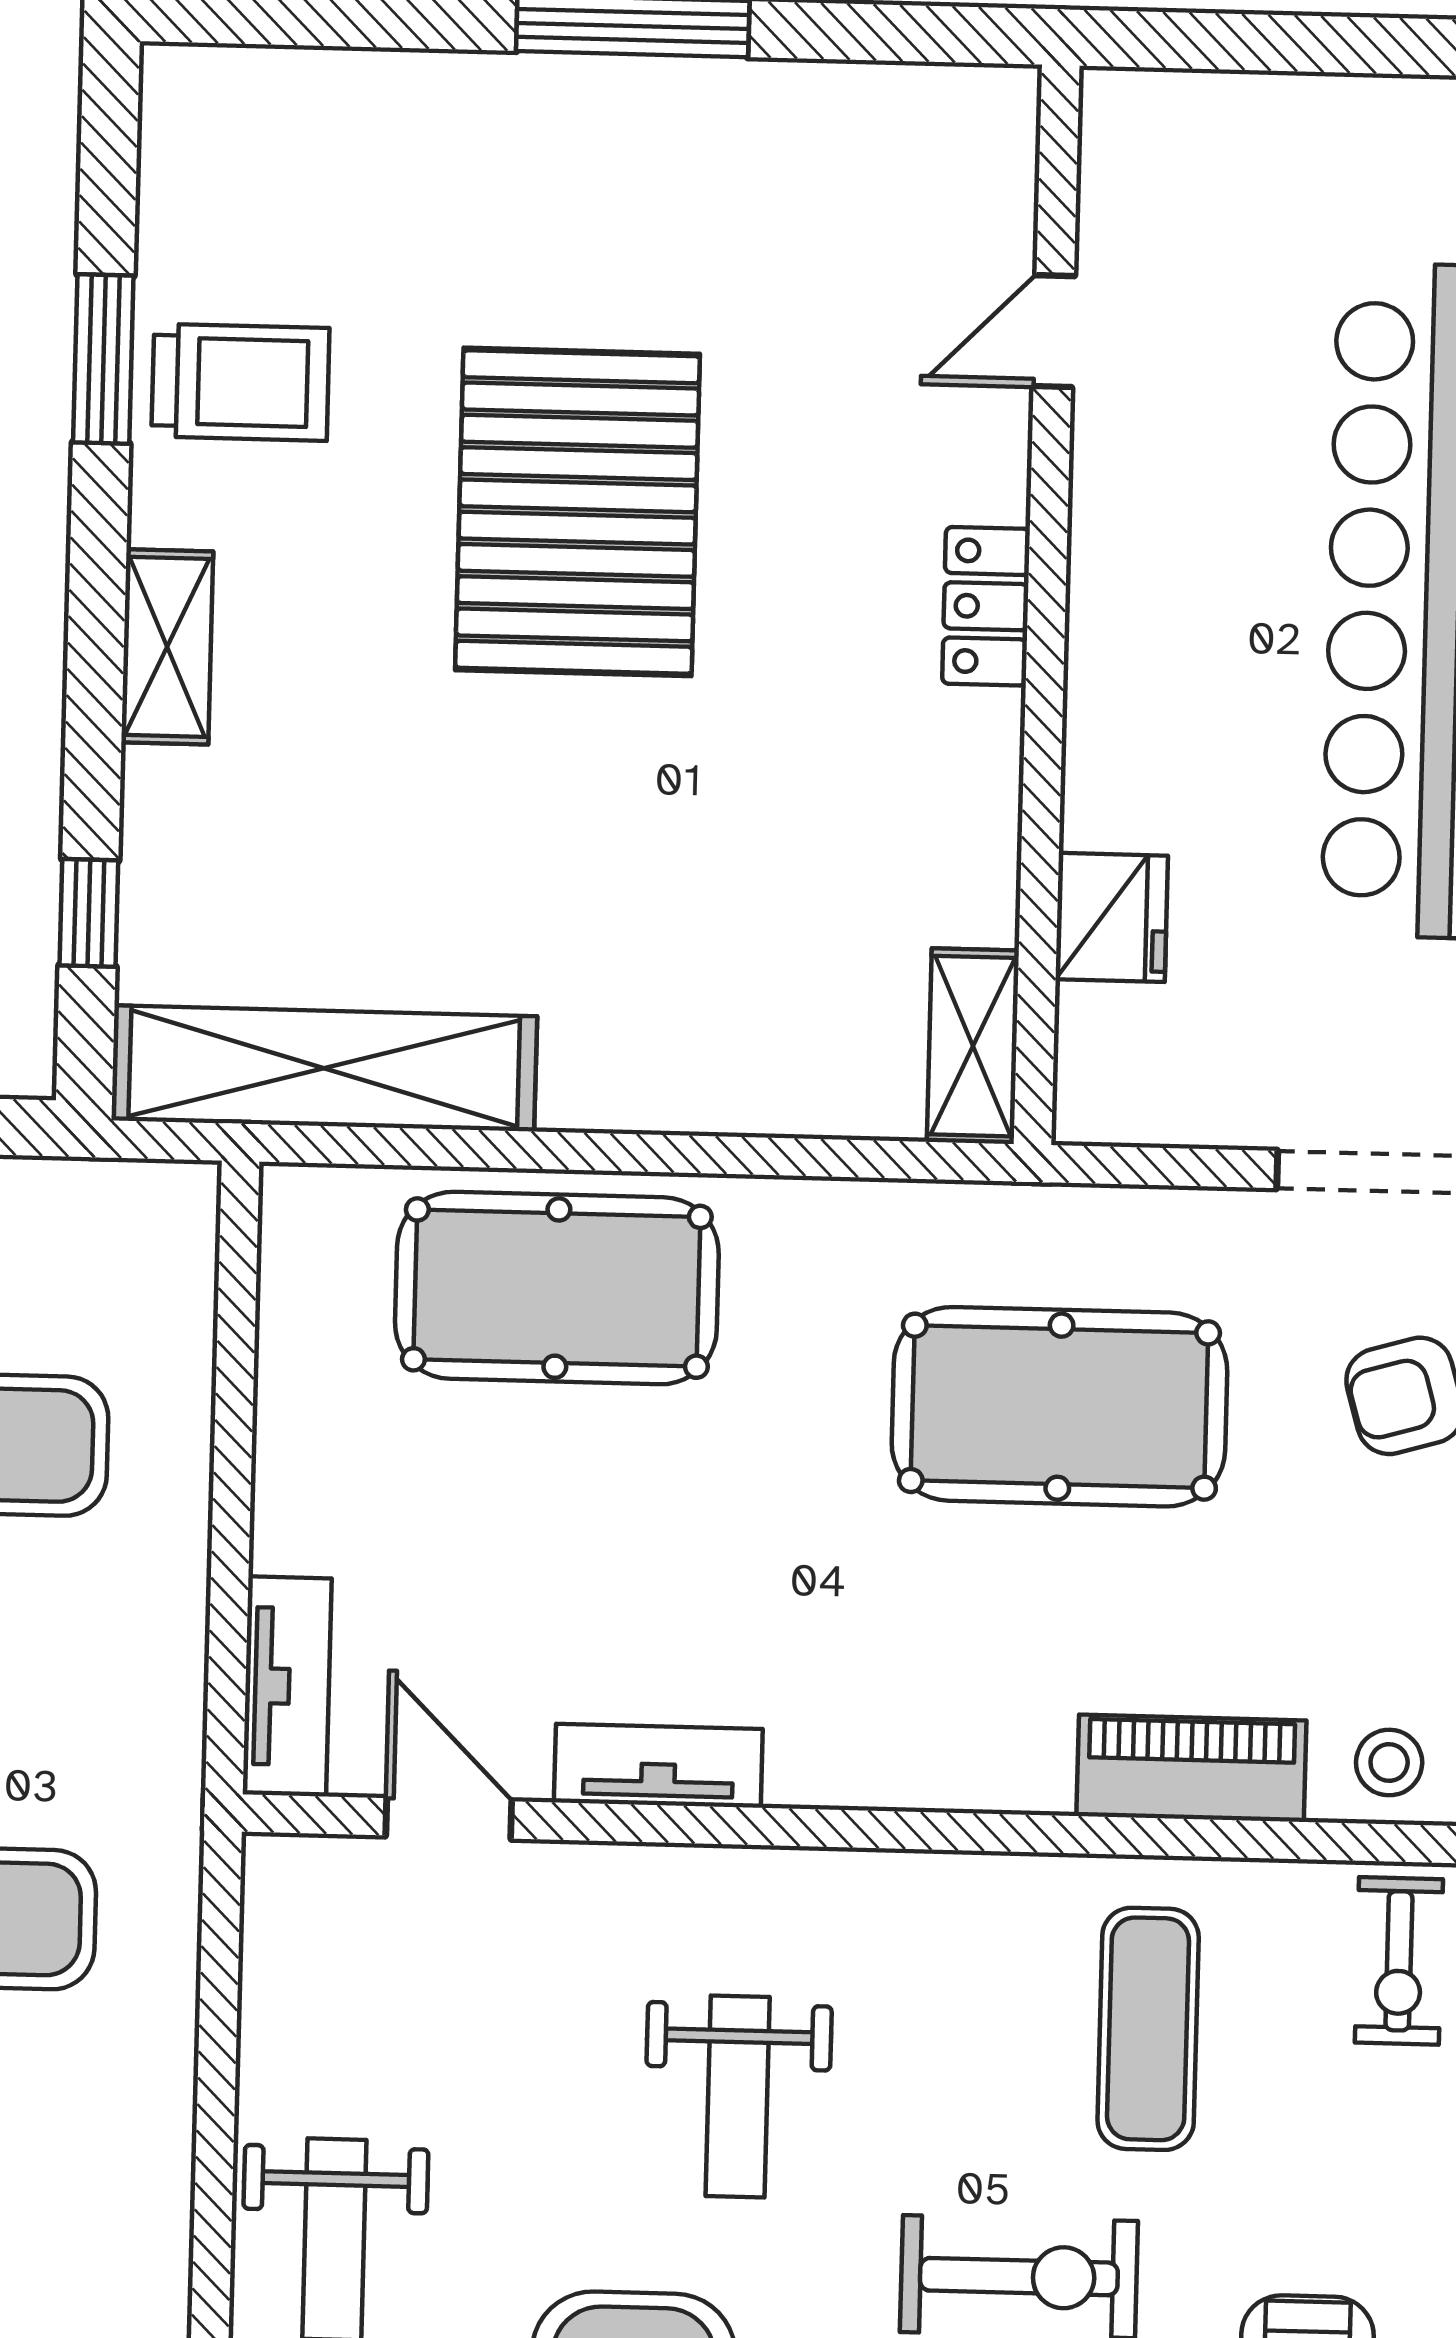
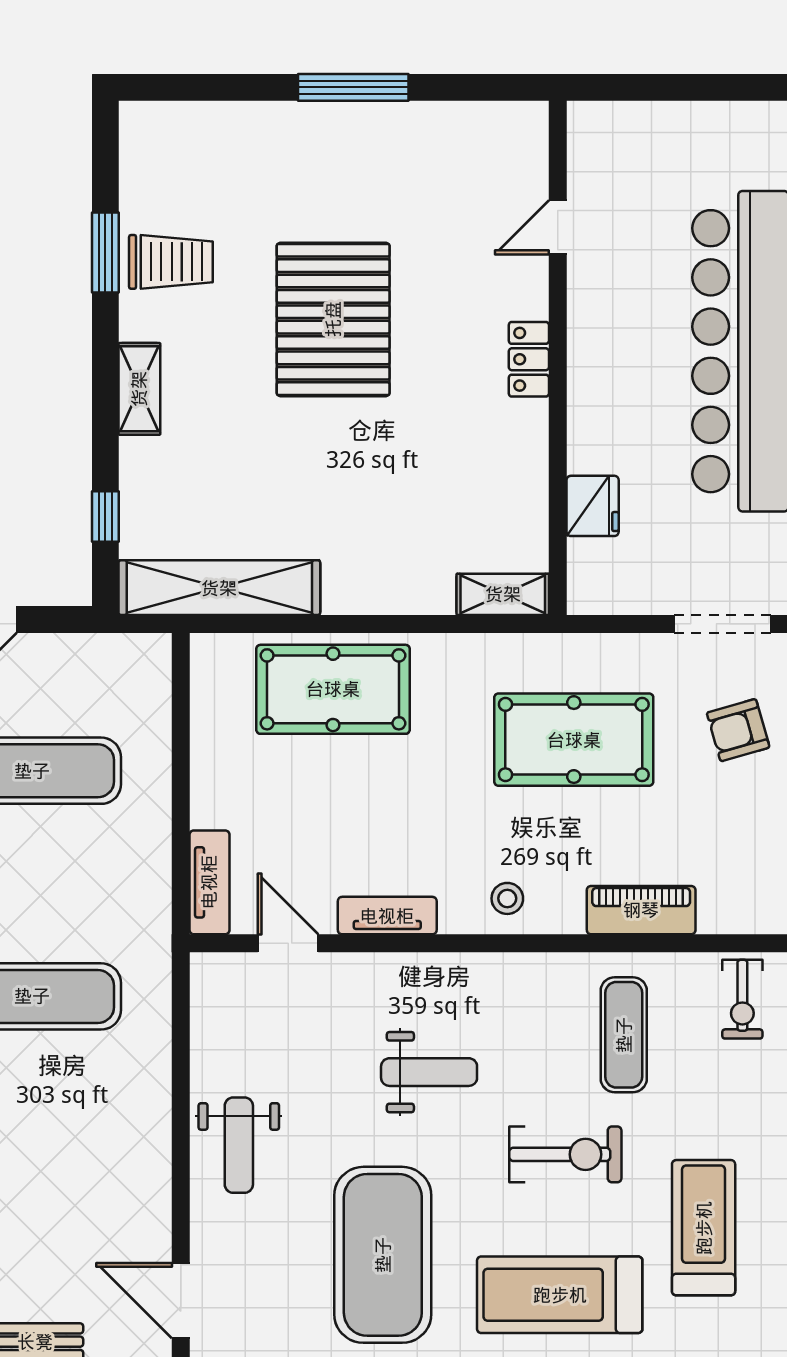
shelving: (973, 1046) -> (503, 594), moved, turned 90
stool: (1389, 1763) -> (507, 898), moved
weight bench: (738, 2097) -> (429, 1072), turned -90

